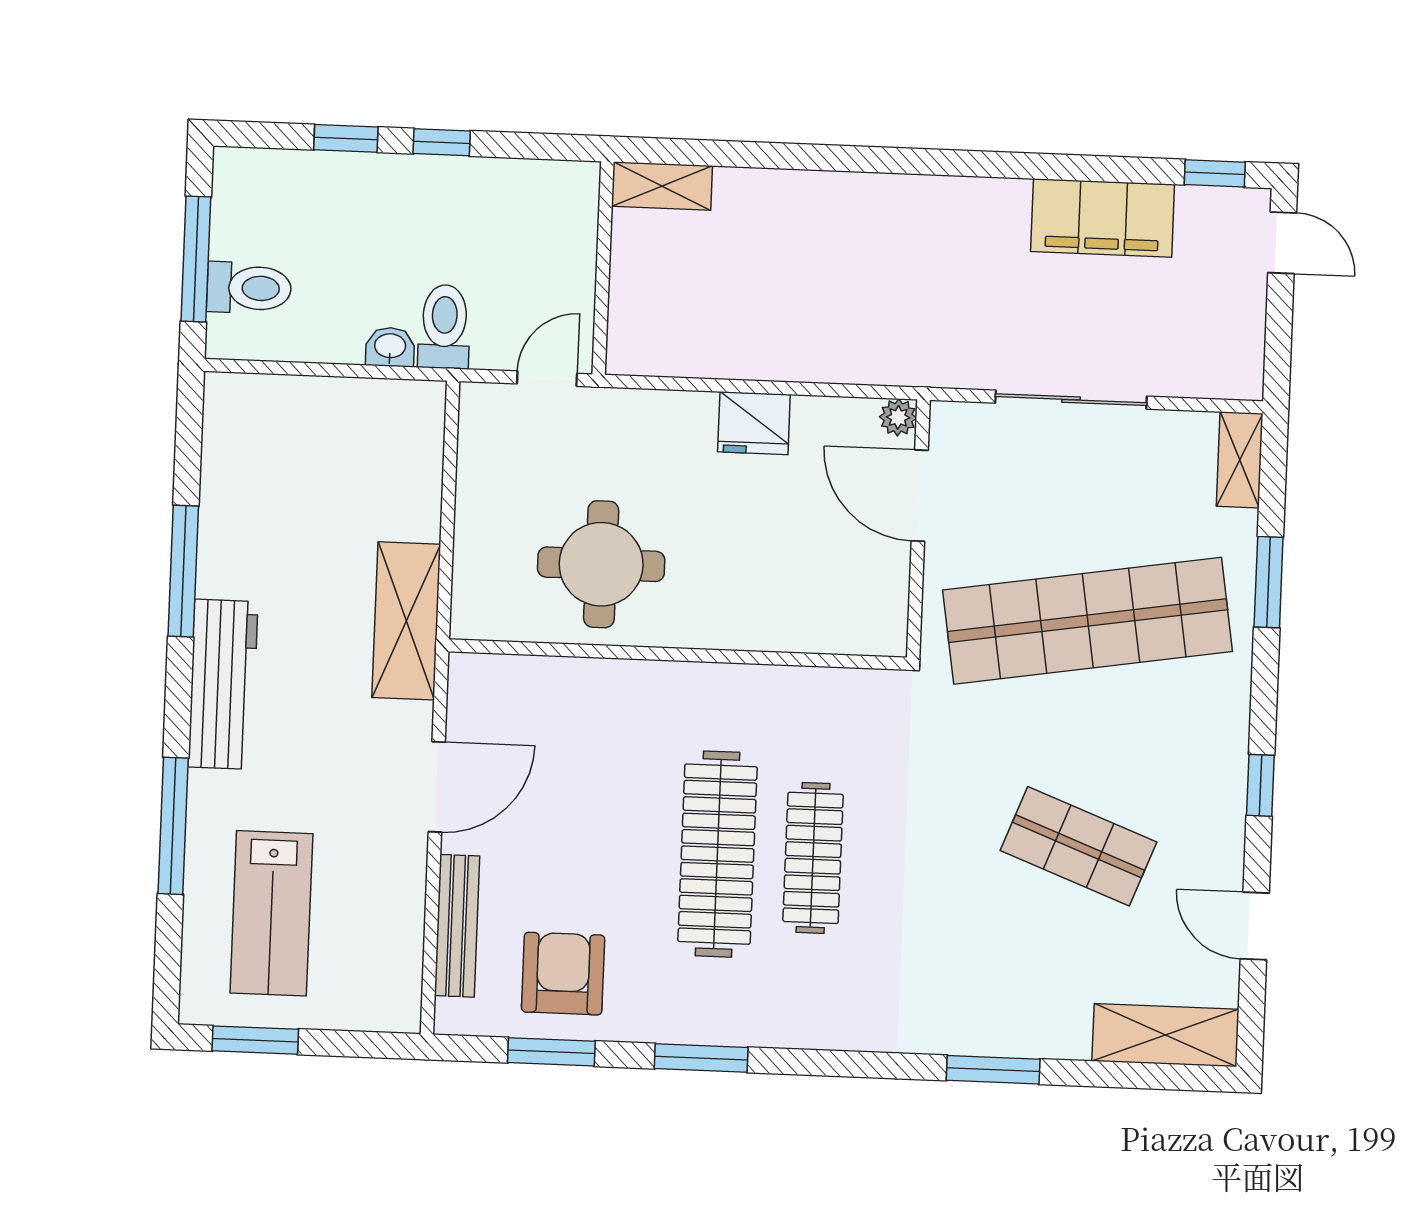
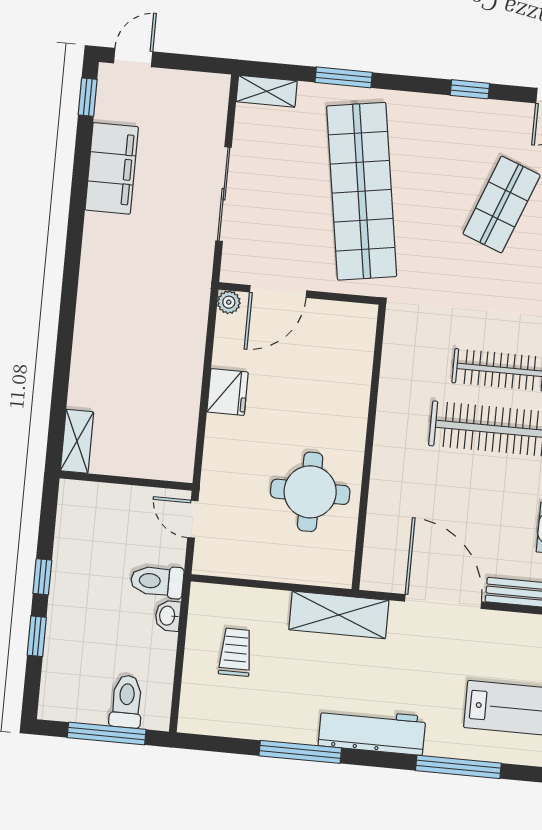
trolley: (337, 459) -> (236, 652), added
door: (437, 787) -> (443, 602), width x1.36

